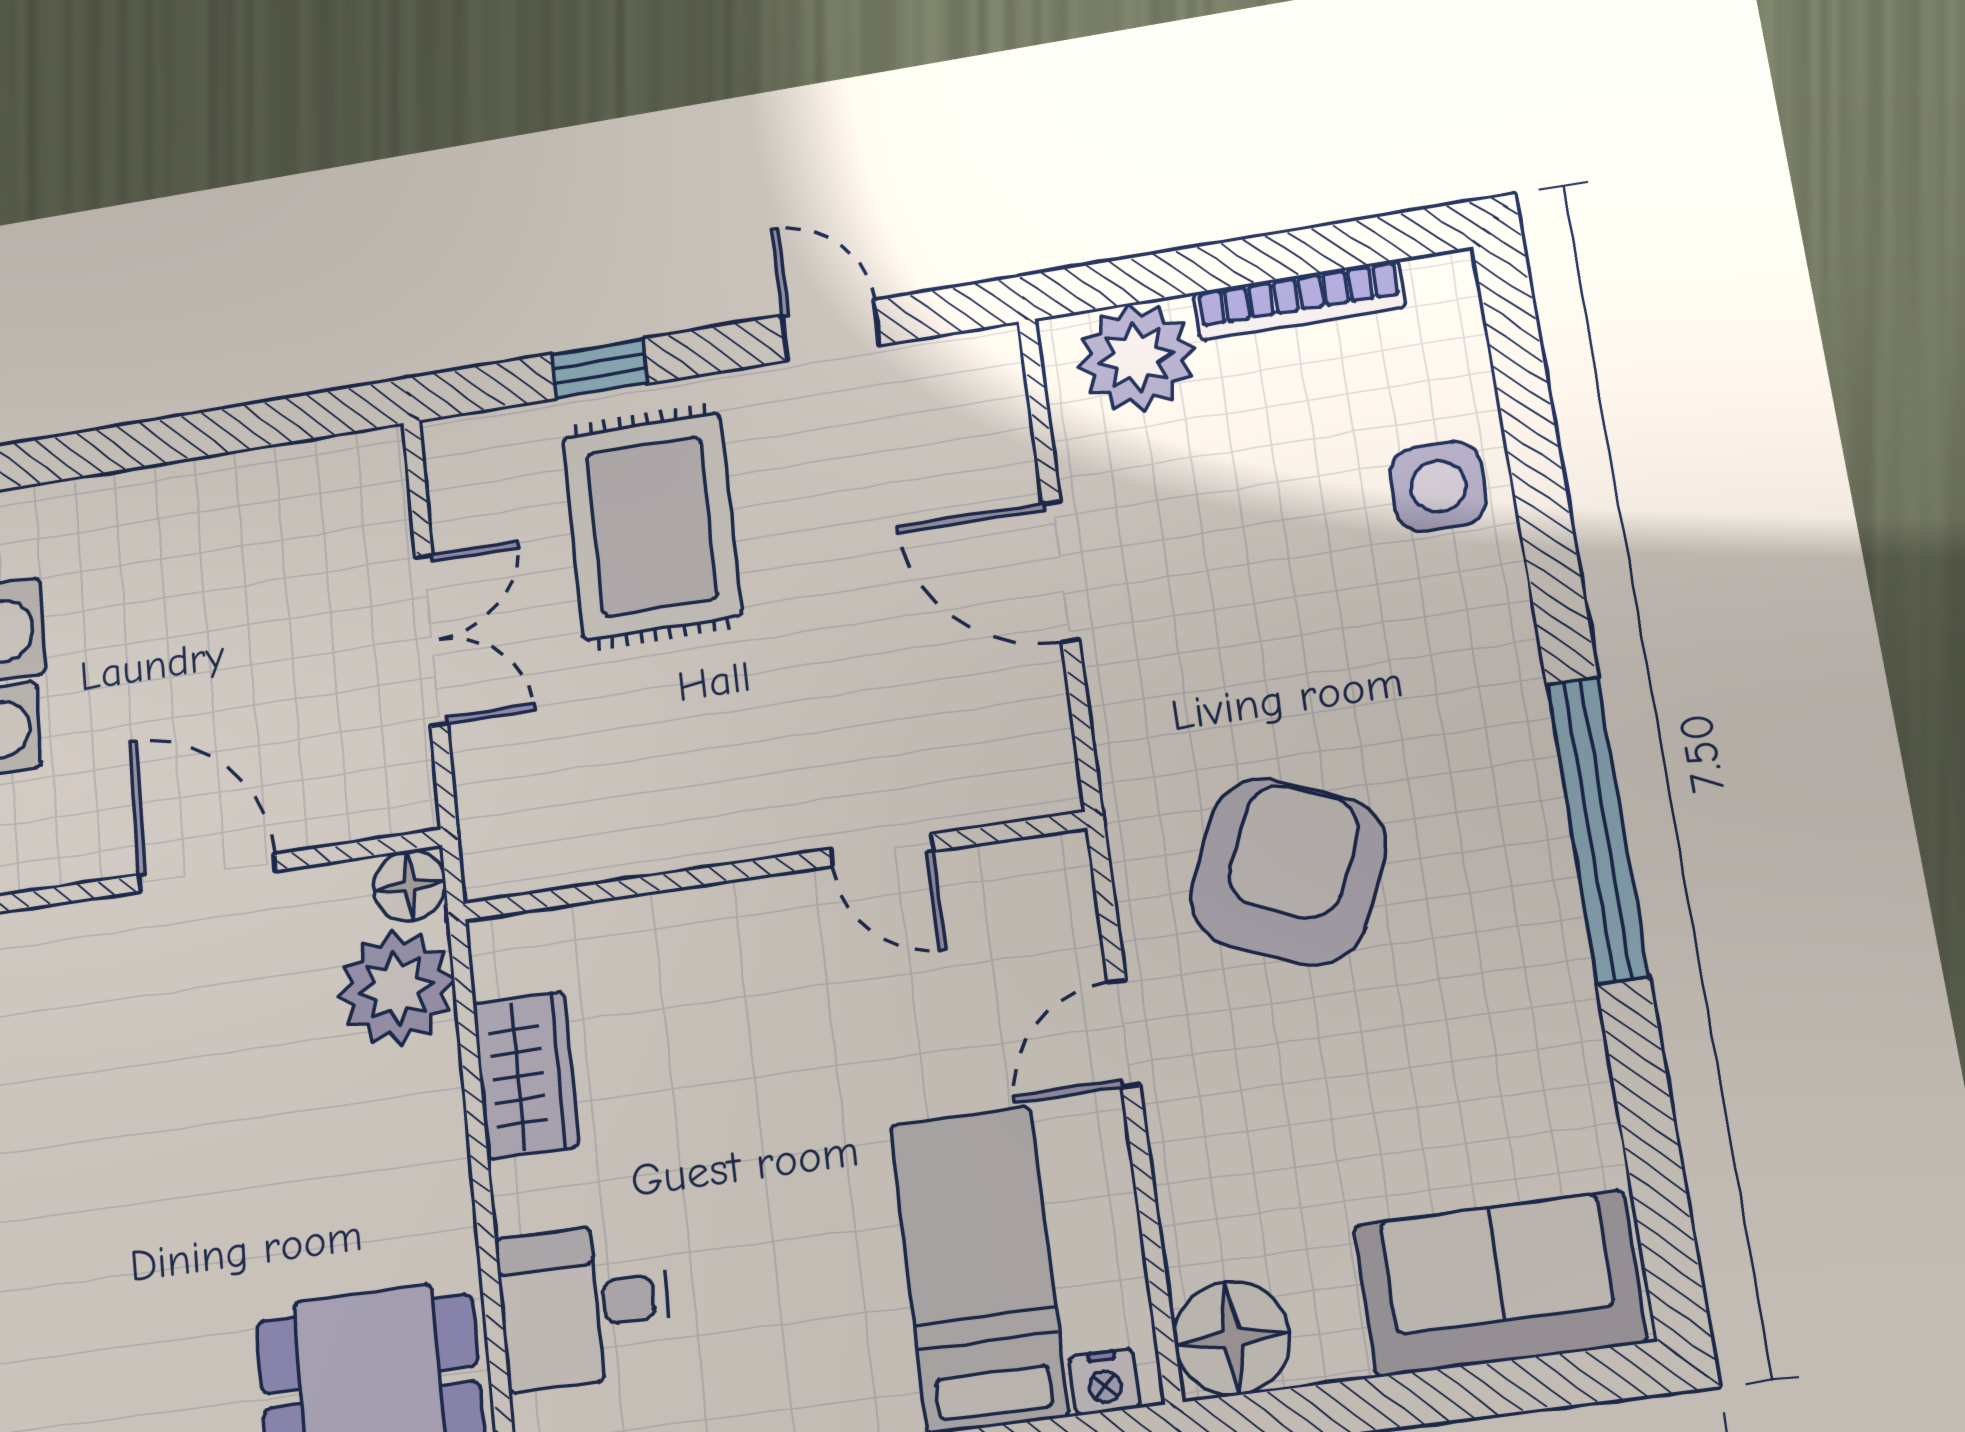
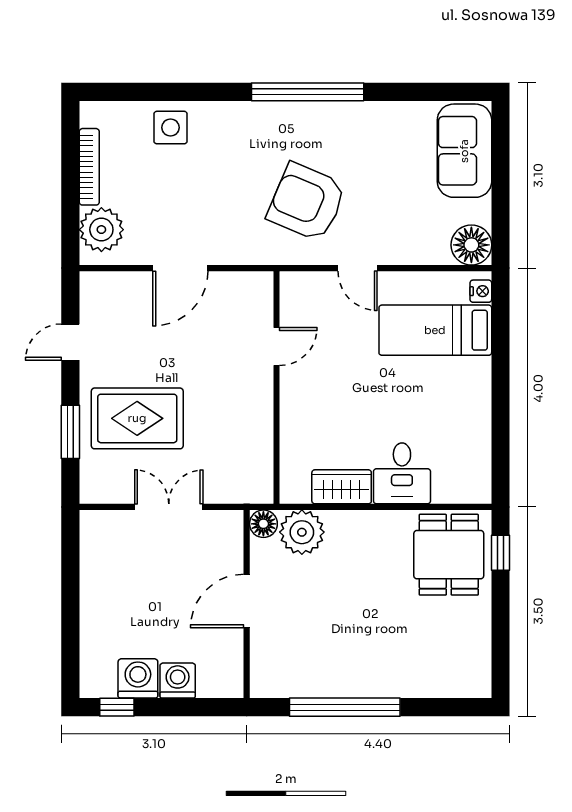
window: (600, 369) -> (70, 432), width x1.50
desk: (584, 1305) -> (402, 473), moved

